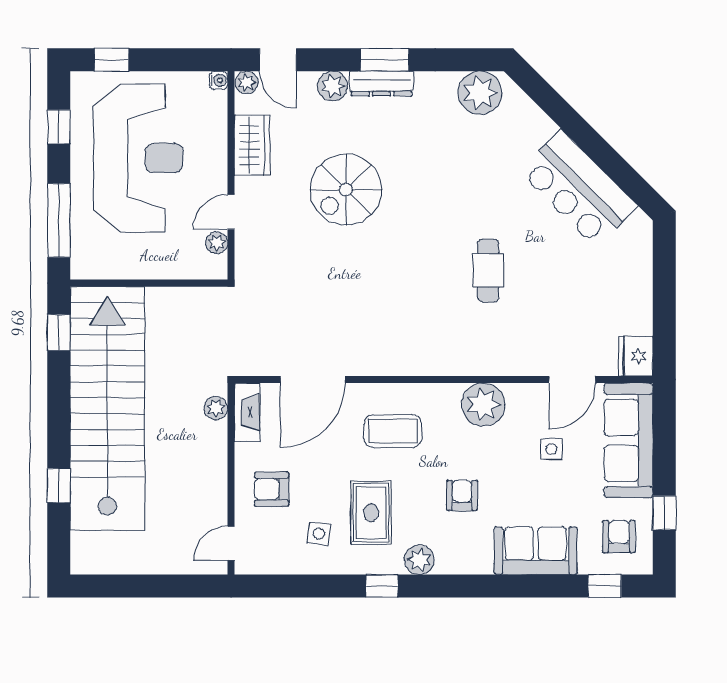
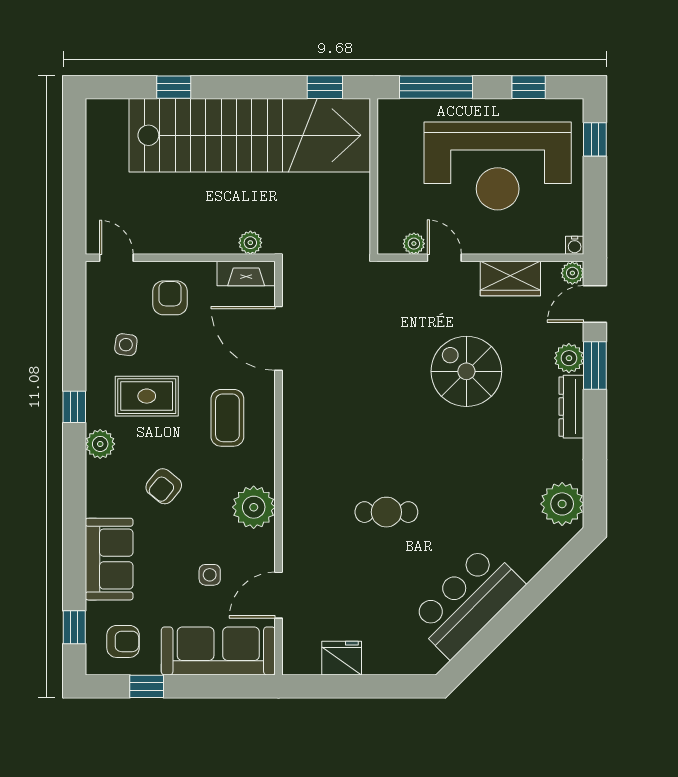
window: (385, 60) -> (595, 366), moved
fridge: (636, 356) -> (342, 658), moved
door: (572, 380) -> (278, 595), hinge flipped
armchair: (462, 495) -> (164, 486), turned 129

